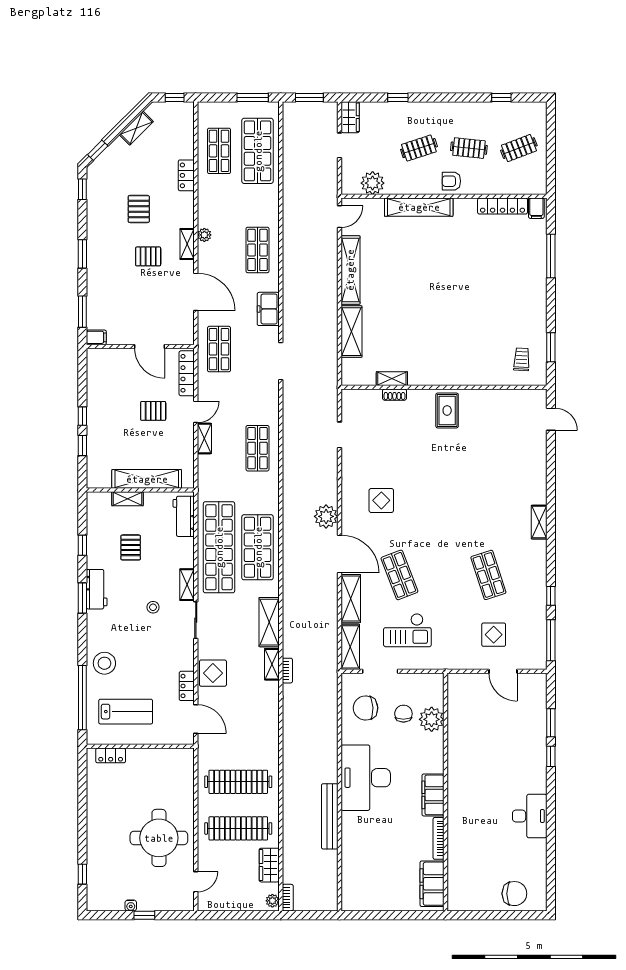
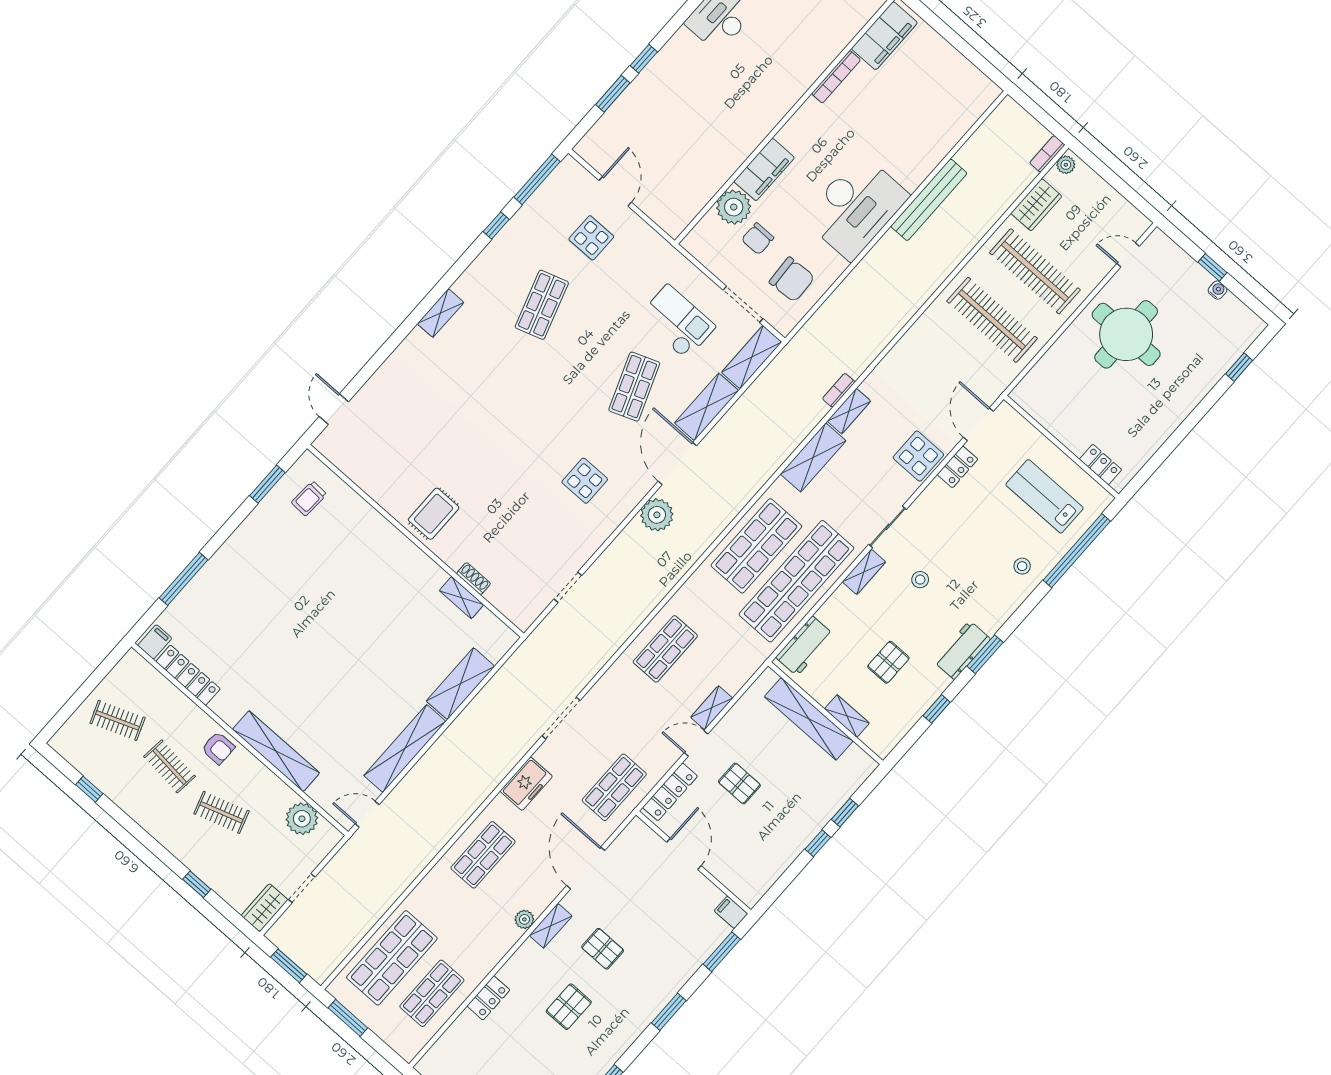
stool: (104, 663) -> (1022, 566), width x0.53, depth x0.53
filing cabinet: (433, 795) -> (764, 170), moved

